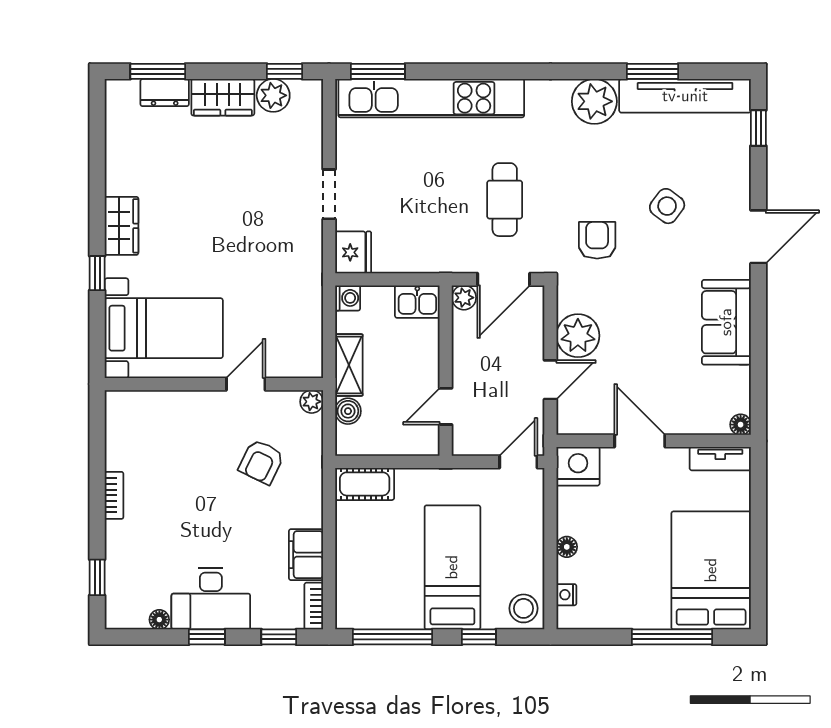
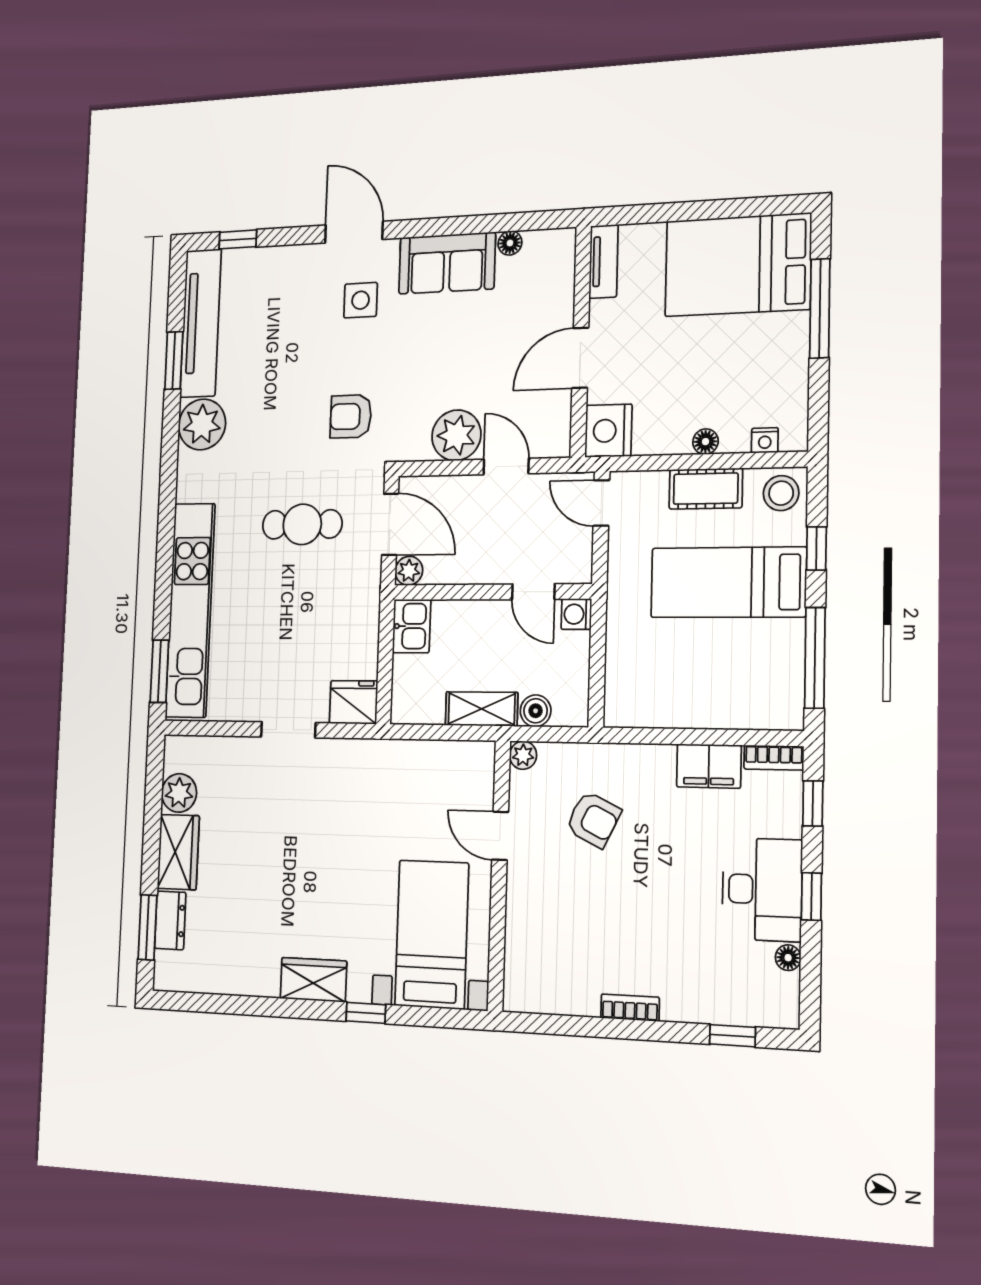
window: (284, 71) -> (154, 779), removed
side table: (667, 206) -> (361, 300), moved, turned -37
washing machine: (348, 298) -> (576, 614), moved, turned -90
floor lamp: (741, 425) -> (510, 243), moved
cot: (365, 484) -> (706, 489), moved, turned 90

